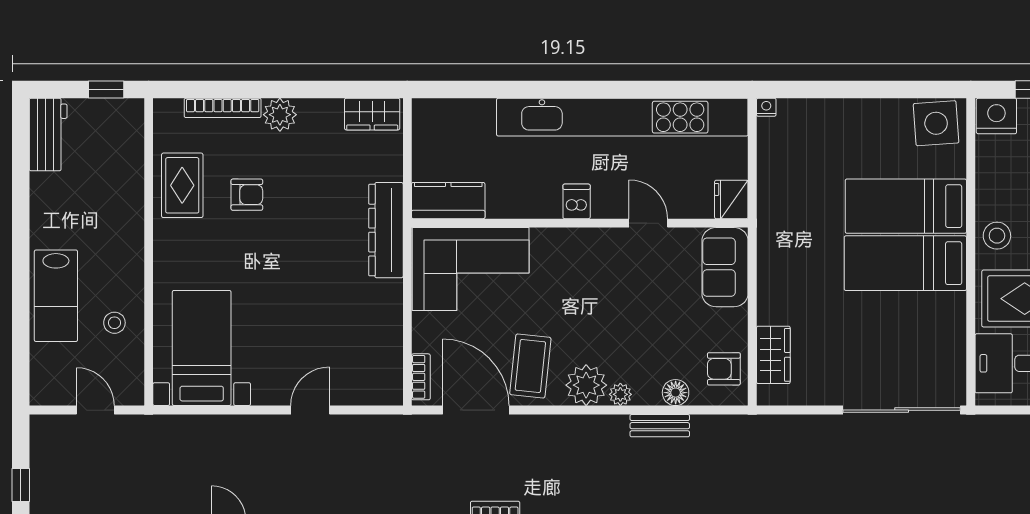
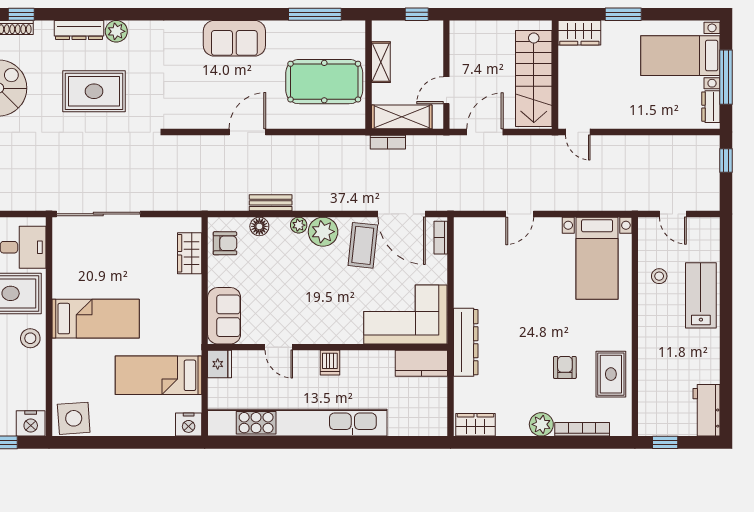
nightstand: (766, 107) -> (189, 425), width x1.89, depth x1.79
armchair: (247, 195) -> (565, 367), turned 90
bed: (906, 206) -> (158, 375), moved, turned 180

